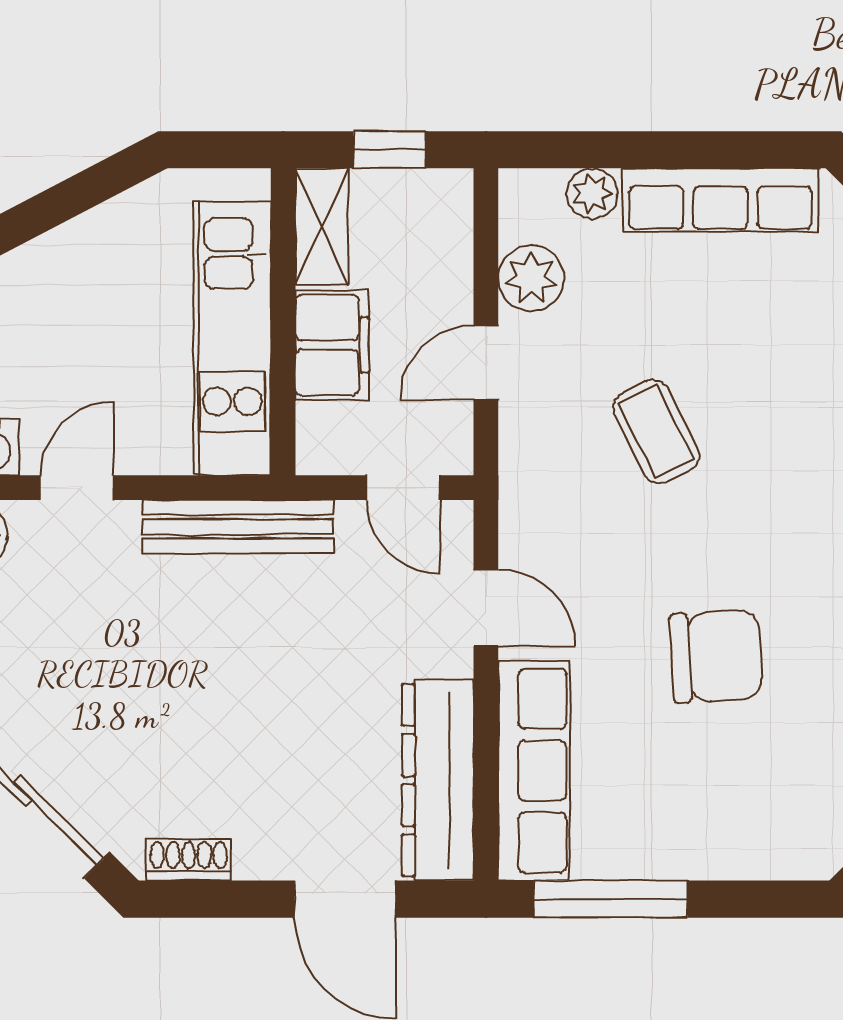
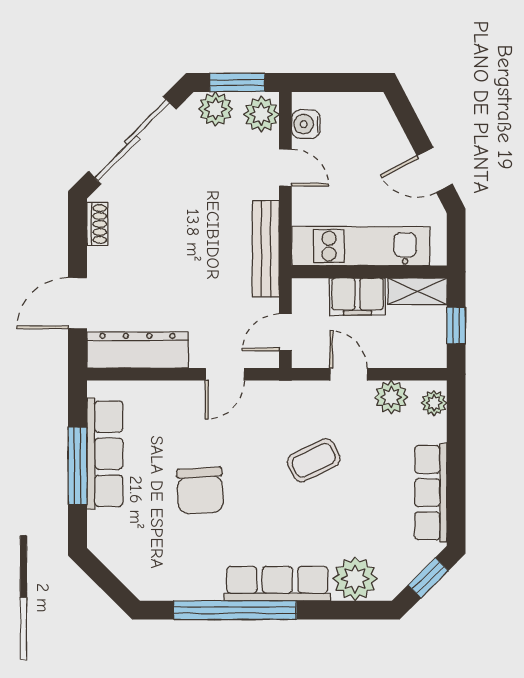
door: (82, 192) -> (435, 170), added
plant: (592, 194) -> (434, 403), moved
row of seats: (534, 771) -> (105, 454), moved, turned -90
window: (611, 899) -> (77, 466), moved

